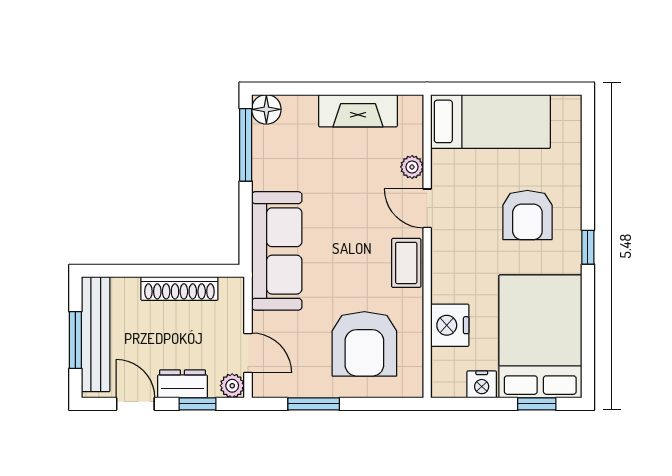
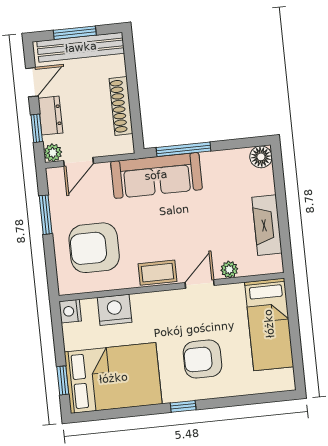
window: (246, 145) -> (184, 149), moved
nightstand: (482, 384) -> (70, 311), moved

